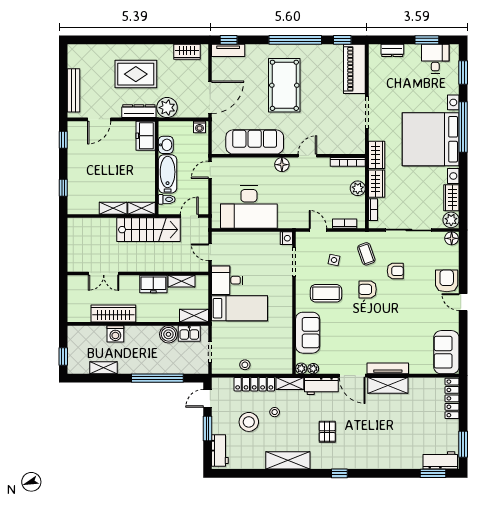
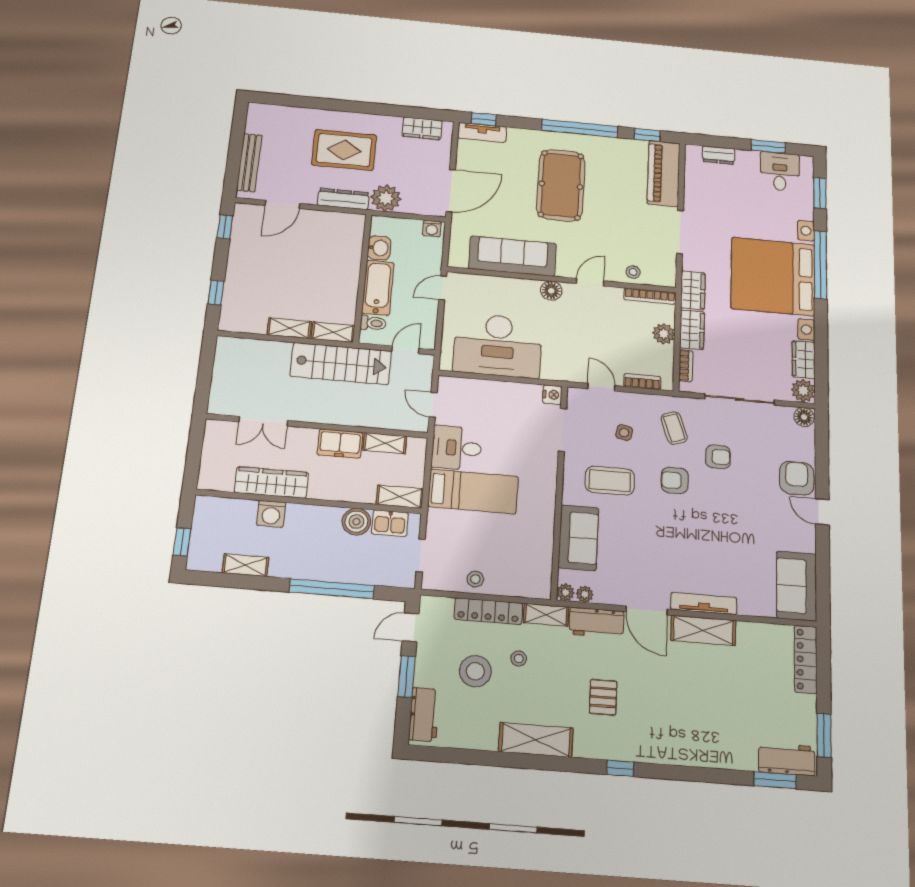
freezer: (146, 136) -> (350, 233), removed
stool: (336, 145) -> (633, 272), added

